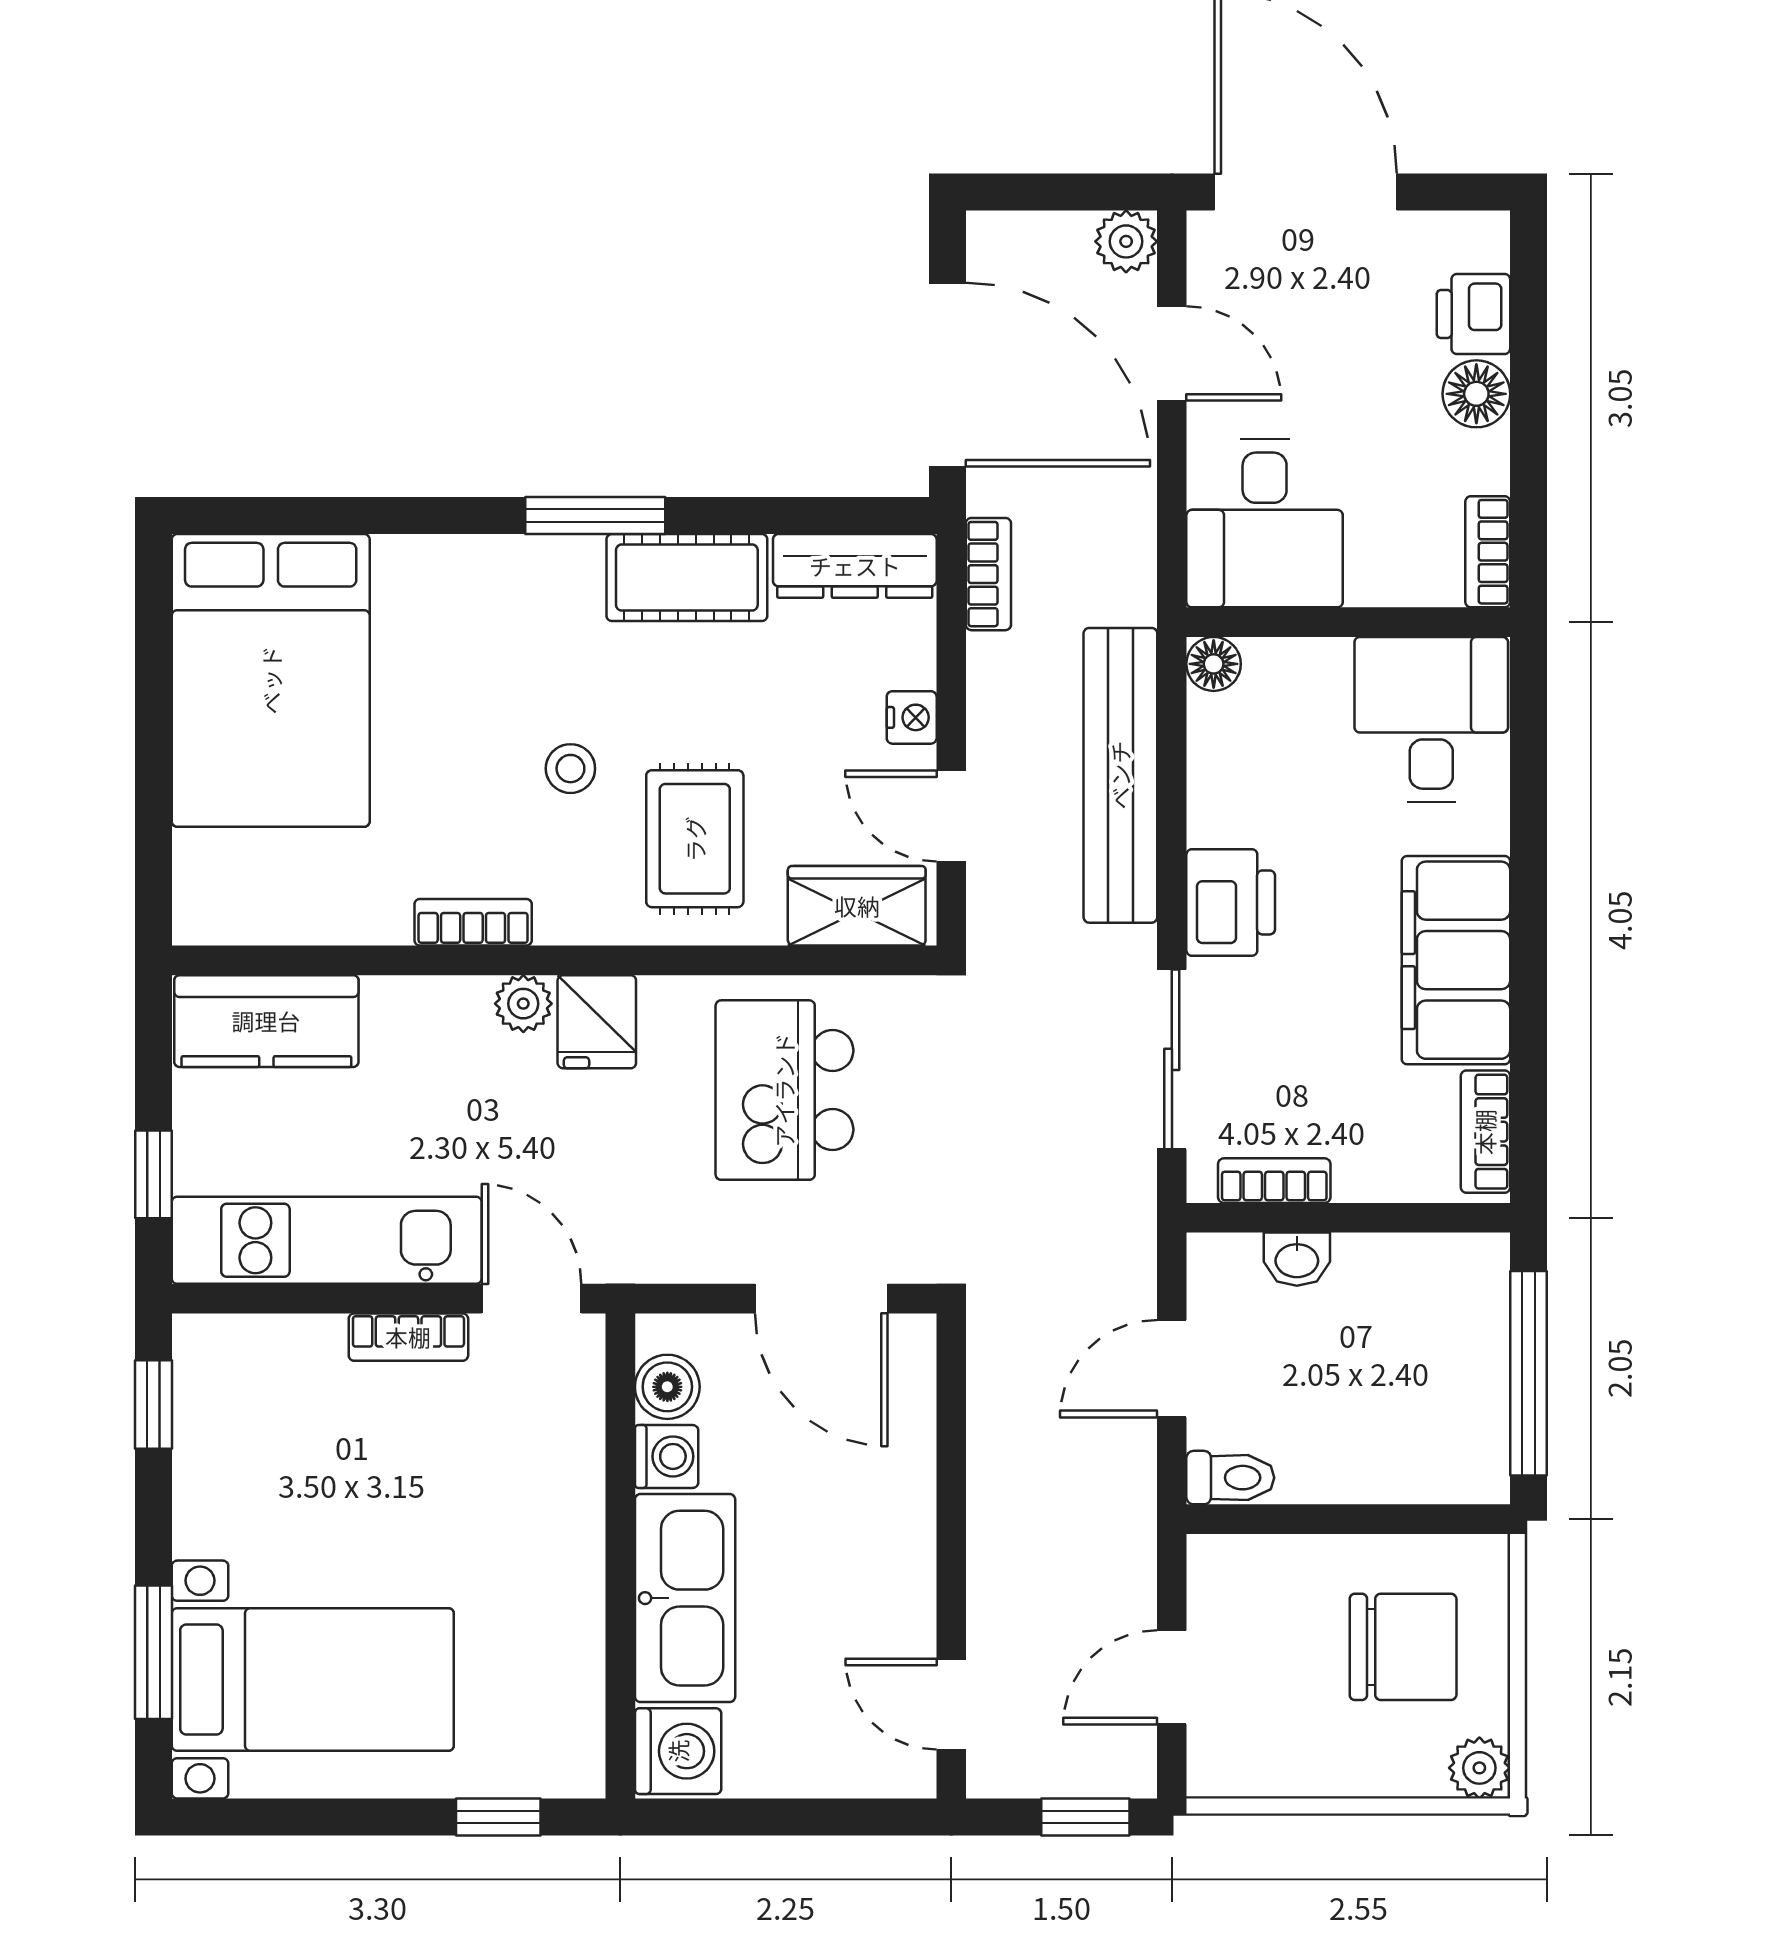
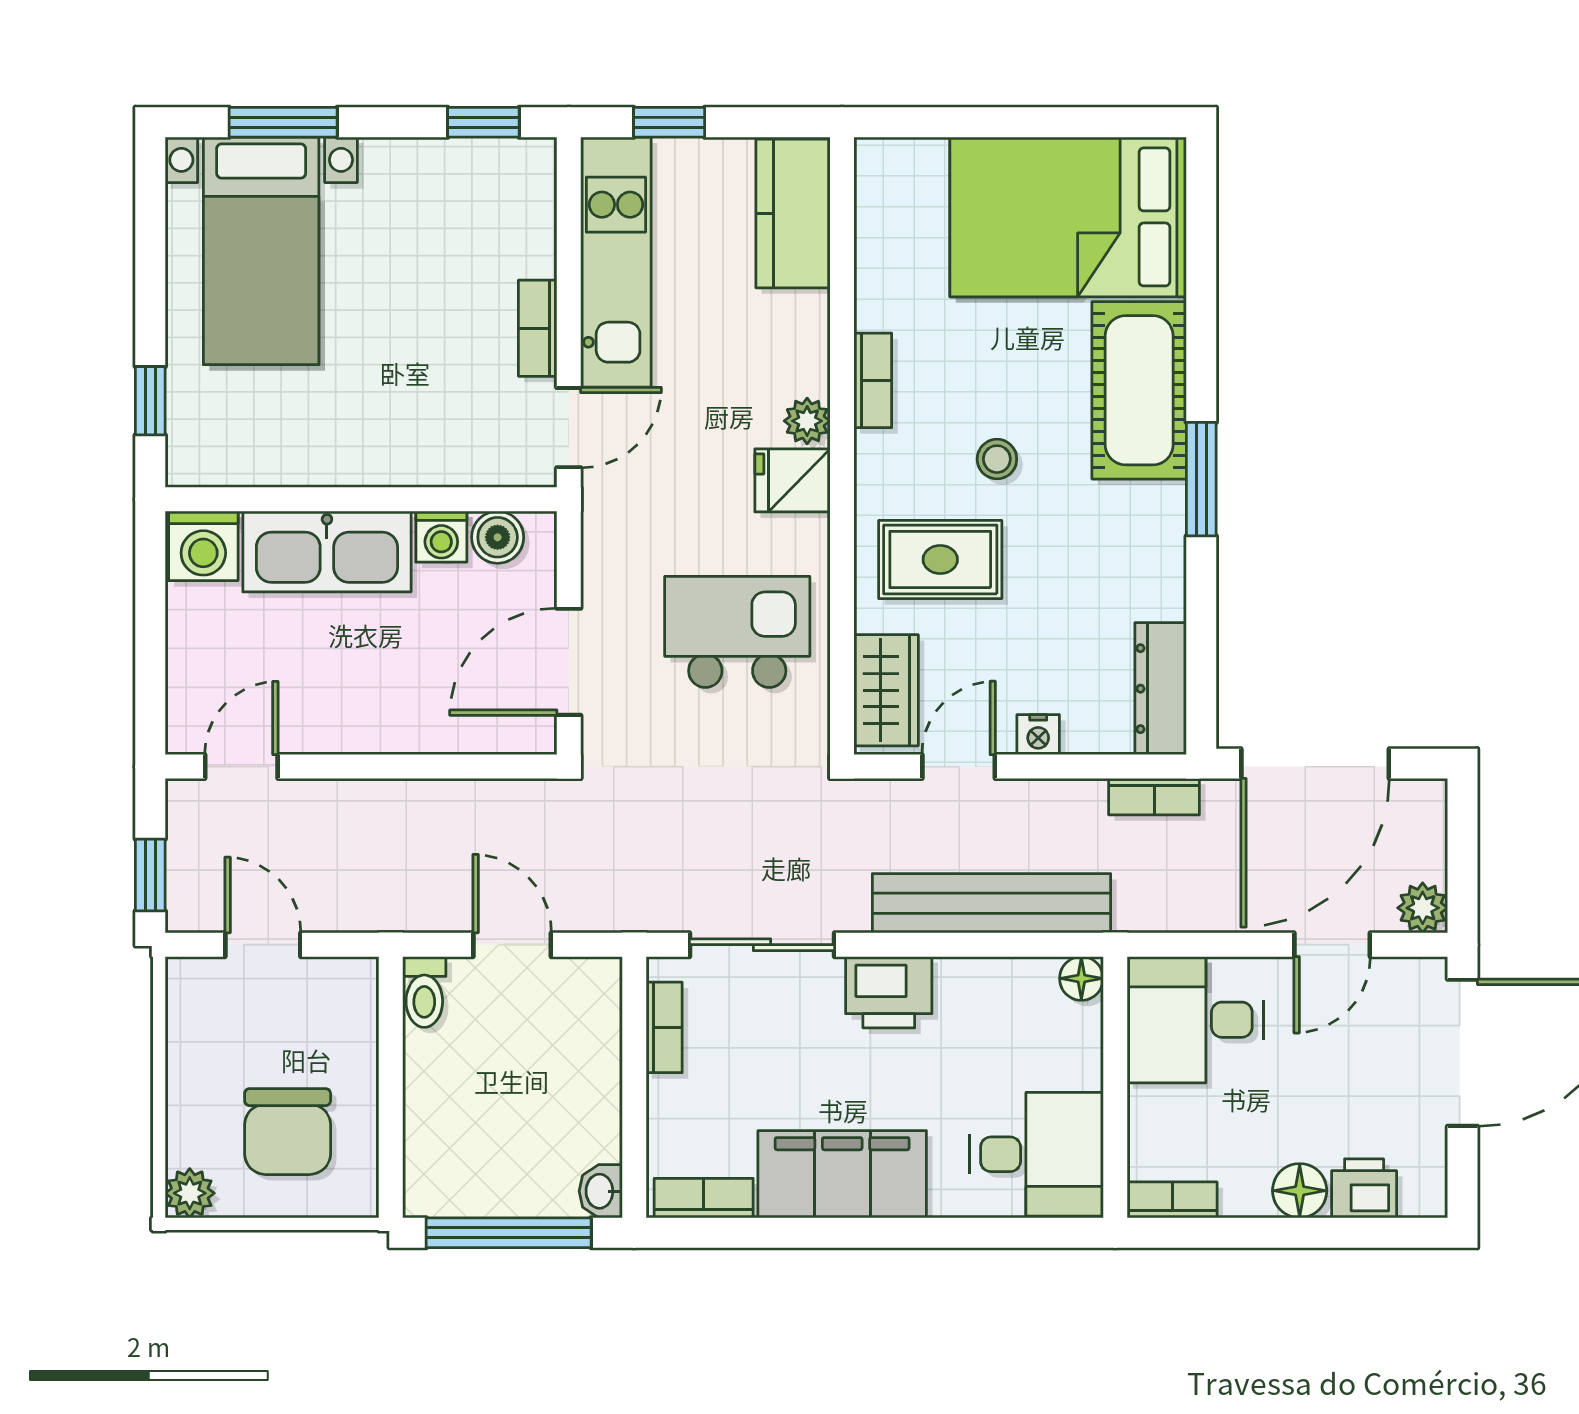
cot: (687, 578) -> (1139, 390), moved, width x1.37, depth x1.34
washbasin: (1297, 1259) -> (601, 1191), moved

